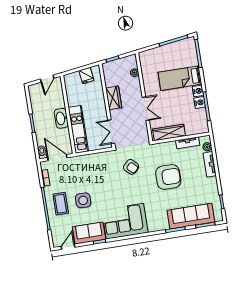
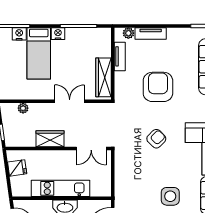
nightstand: (200, 102) -> (19, 34), moved
kitchen unit: (78, 129) -> (61, 188), moved
armchair: (131, 167) -> (156, 139), moved

